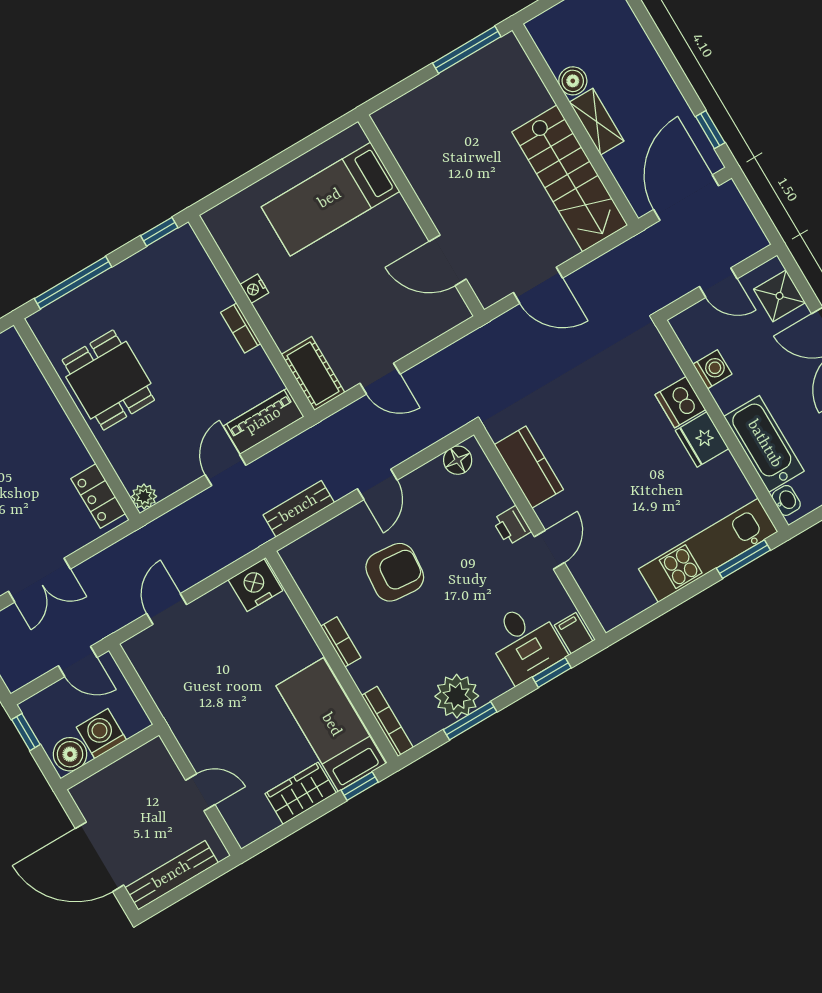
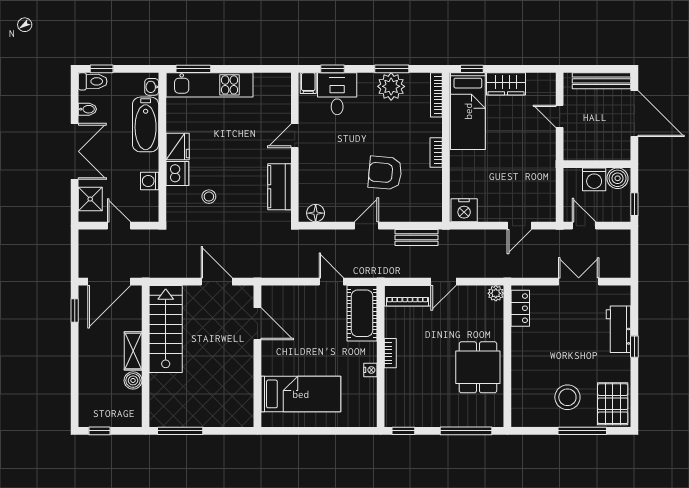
cot: (313, 373) -> (362, 313), width x1.37, depth x1.34
stool: (618, 396) -> (209, 197), added
printer: (512, 526) -> (307, 161), removed

